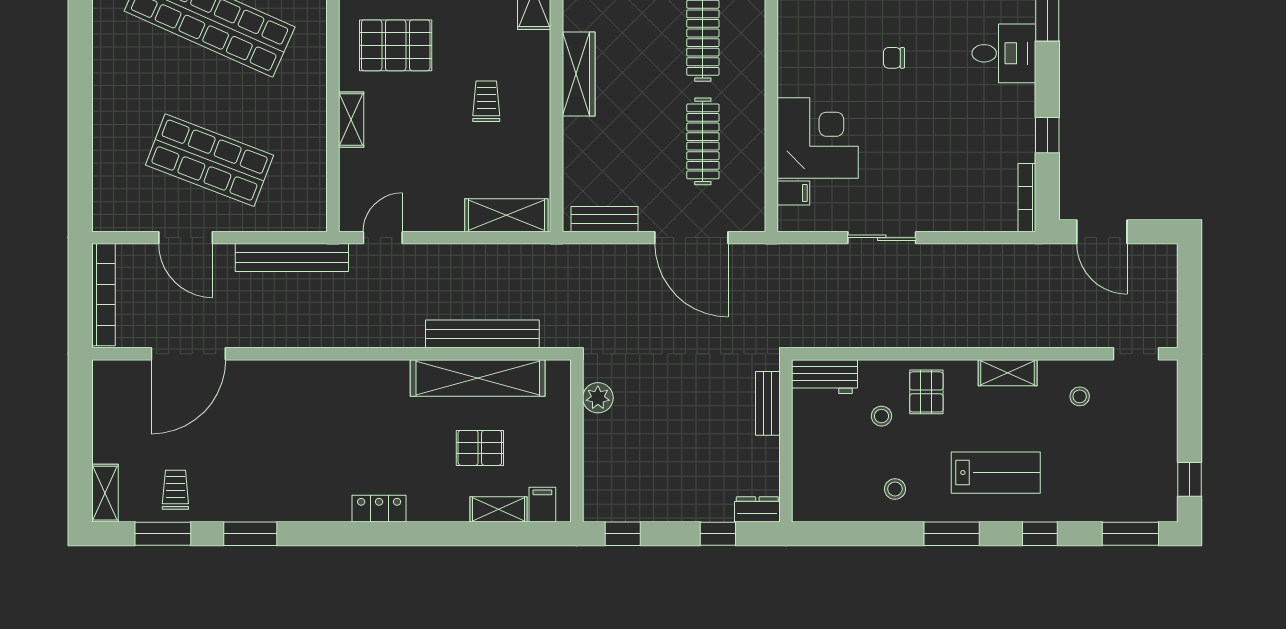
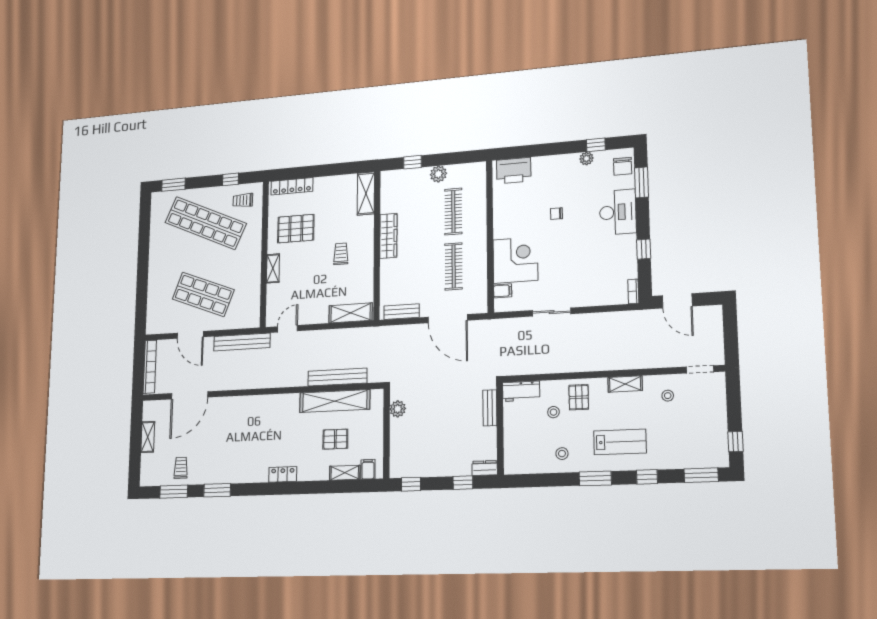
desk: (1004, 53) -> (618, 212), width x1.37
bookcase: (1027, 198) -> (633, 291), width x0.64
shelving: (105, 493) -> (148, 437), moved

